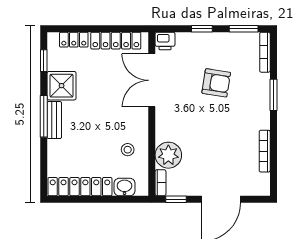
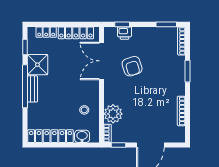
window: (202, 29) -> (122, 24), moved
printer: (165, 41) -> (125, 33), moved
armchair: (216, 83) -> (132, 66), moved, turned 63
window: (44, 116) -> (25, 86), width x1.46

